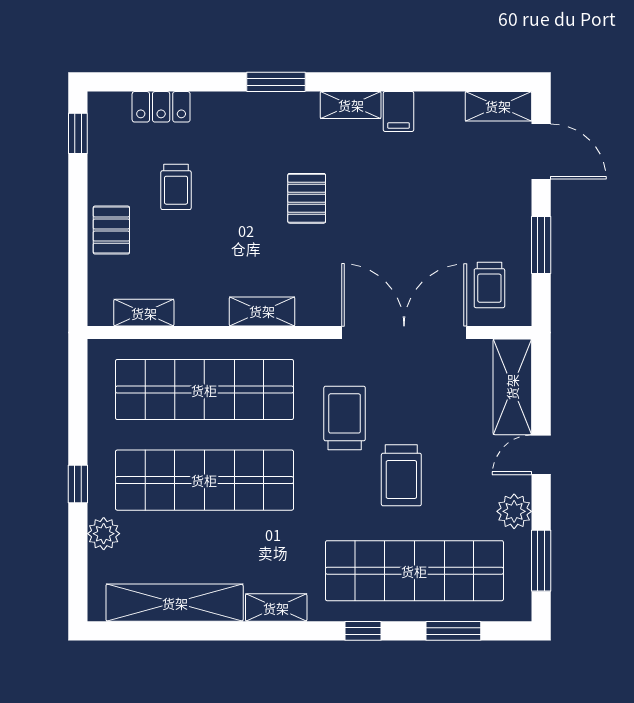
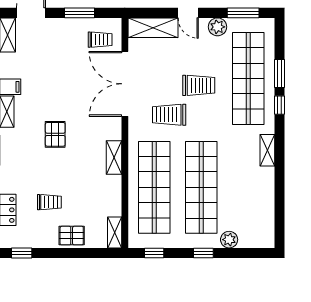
pallet: (307, 198) -> (55, 134), turned 90
shelving: (144, 313) -> (115, 233), moved
window: (78, 389) -> (154, 253), added
shelving: (175, 603) -> (265, 203), removed
window: (453, 631) -> (279, 73), moved

